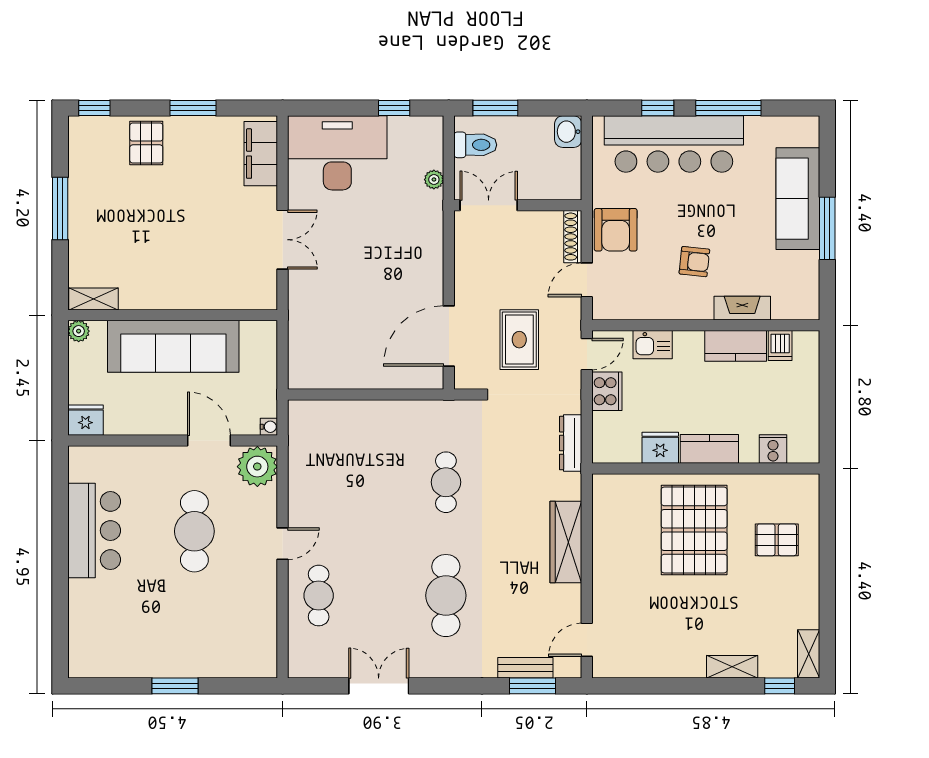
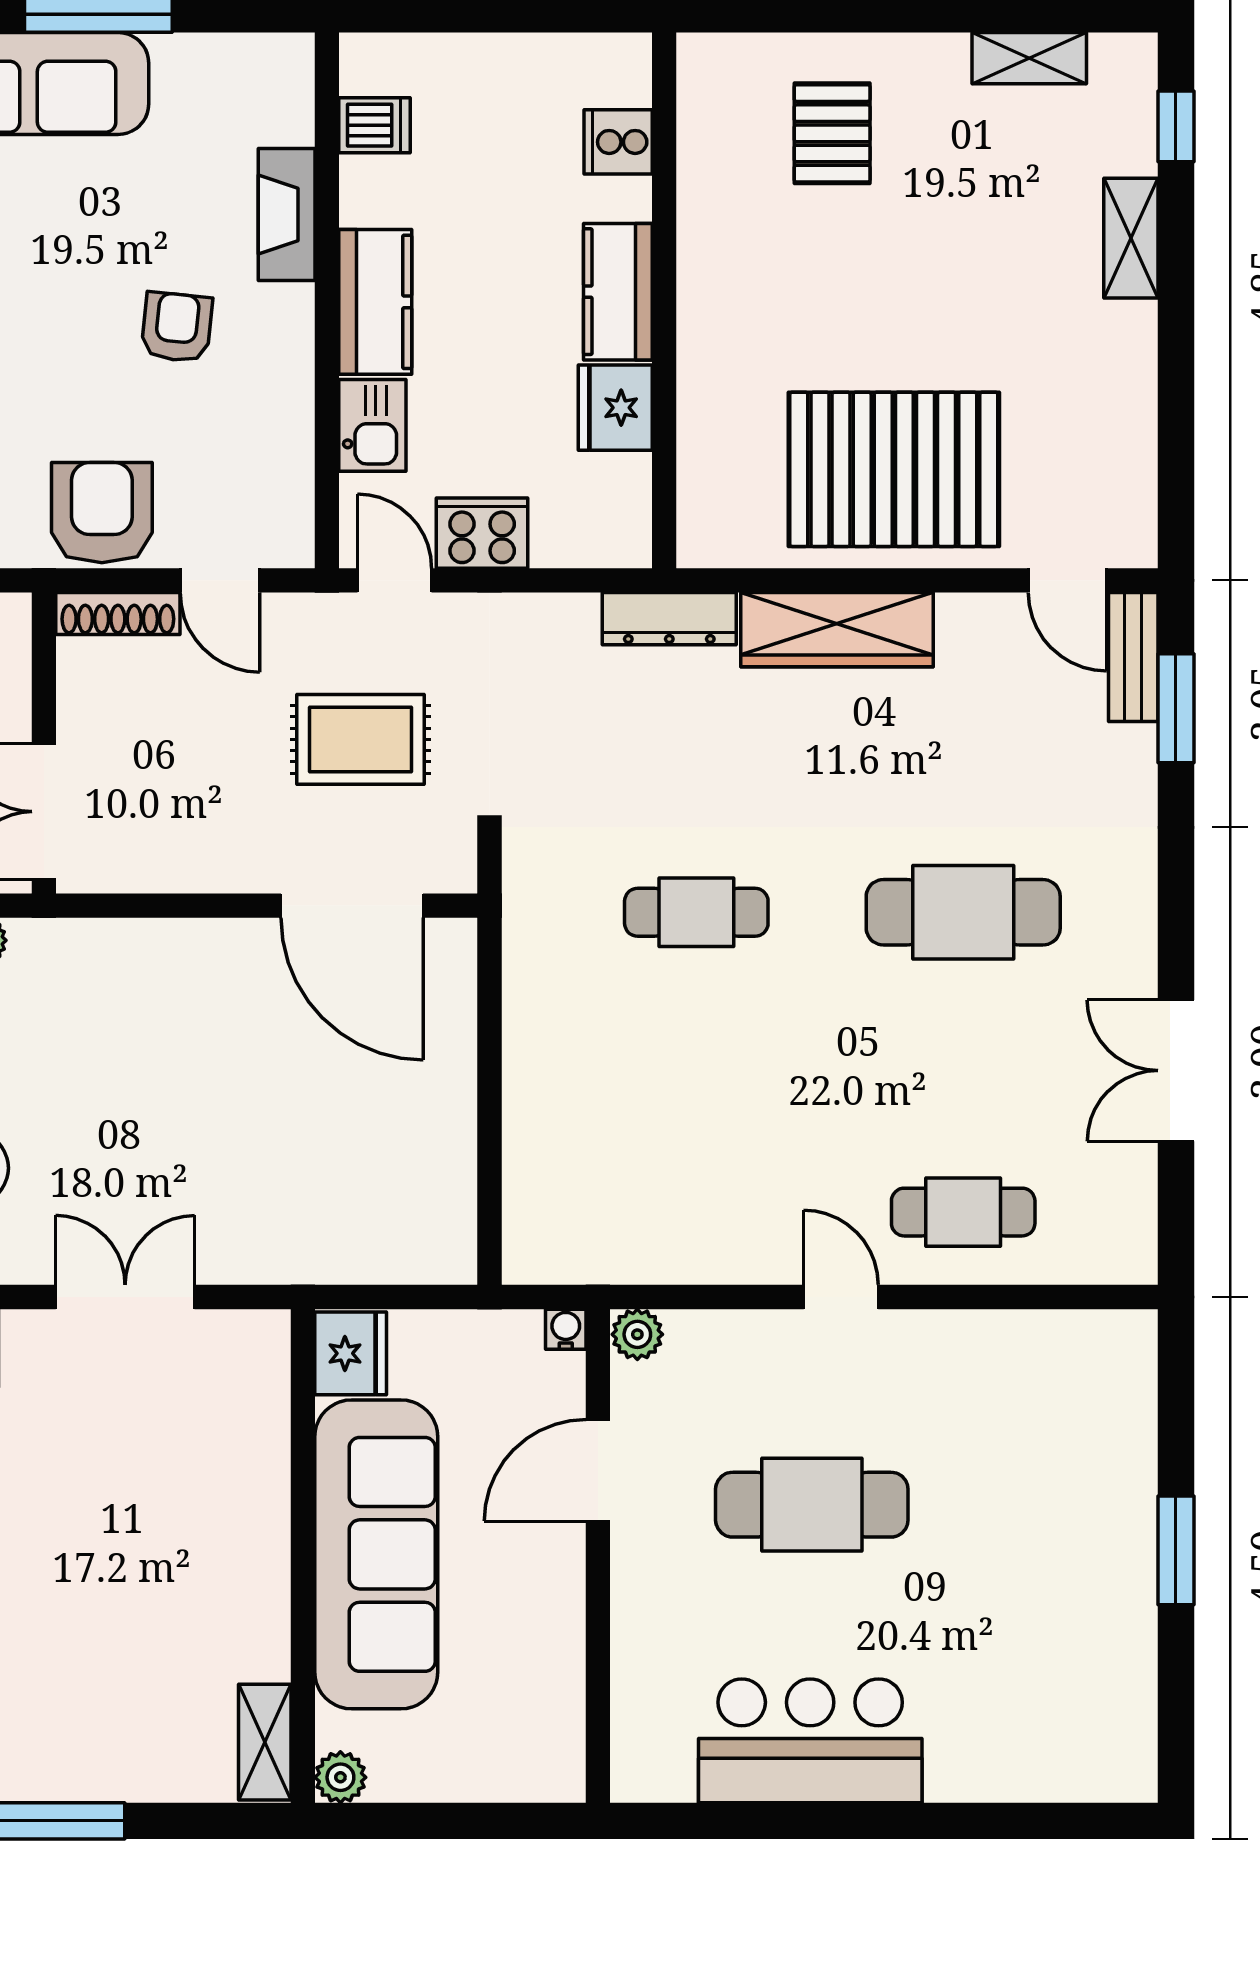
armchair: (616, 230) -> (102, 513), turned -90
kitchen counter: (736, 346) -> (375, 302), moved
fridge: (85, 420) -> (351, 1353), moved, turned 180
dresser: (571, 443) -> (669, 619), moved
plant: (257, 467) -> (637, 1334), width x0.53, depth x0.53
pallet: (694, 530) -> (894, 469), moved
shelving: (809, 654) -> (1029, 58), moved
bench: (525, 668) -> (1133, 657), moved

